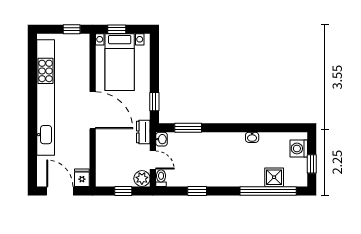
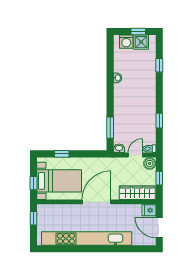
window: (154, 102) -> (62, 154), moved
dresser: (143, 132) -> (113, 162), removed
wardrobe: (104, 163) -> (137, 193), added
shower: (274, 177) -> (141, 42), moved
door: (60, 191) -> (159, 227), hinge flipped
window: (268, 191) -> (159, 65), width x0.32

